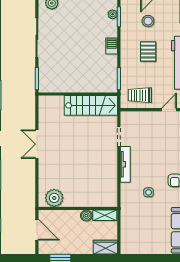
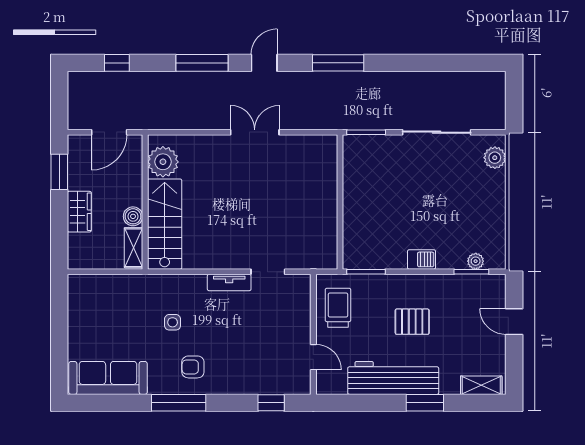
stool: (148, 21) -> (464, 321), removed
stairs: (91, 105) -> (165, 224), moved, turned 180
tv unit: (125, 164) -> (229, 283), width x0.71
wardrobe: (105, 247) -> (79, 212), moved

